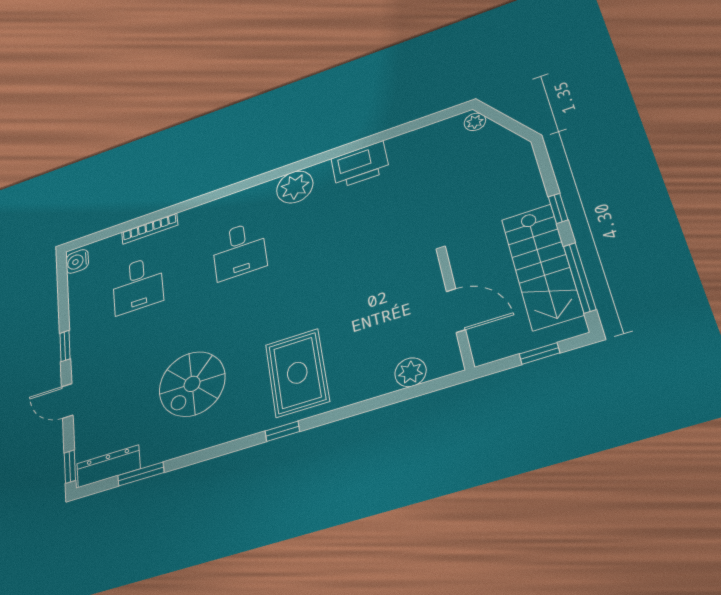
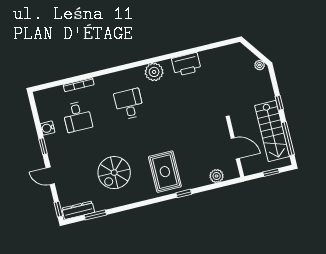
plant: (475, 122) -> (260, 65), moved
desk: (239, 250) -> (129, 104), turned 180
water cooler: (77, 261) -> (48, 128), moved
window: (282, 431) -> (184, 193), moved

